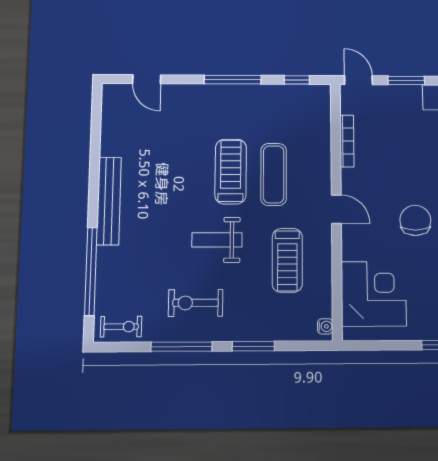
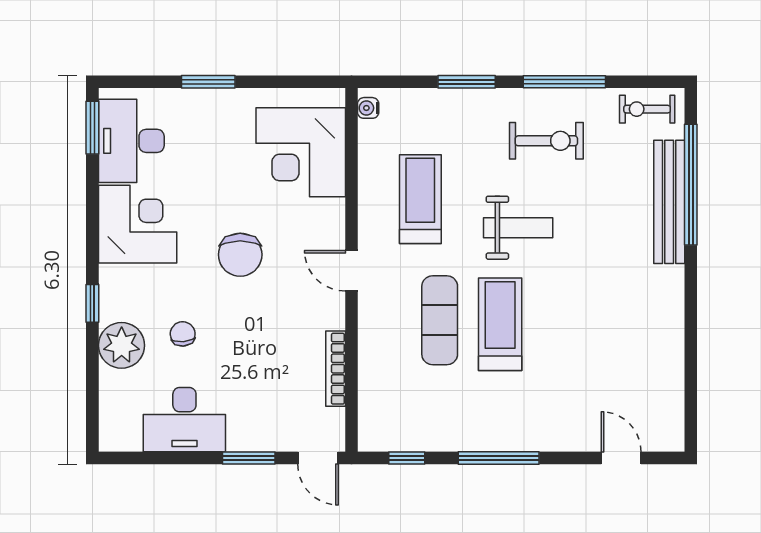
treadmill: (231, 171) -> (500, 324), turned 180
bench: (109, 201) -> (669, 202), moved

